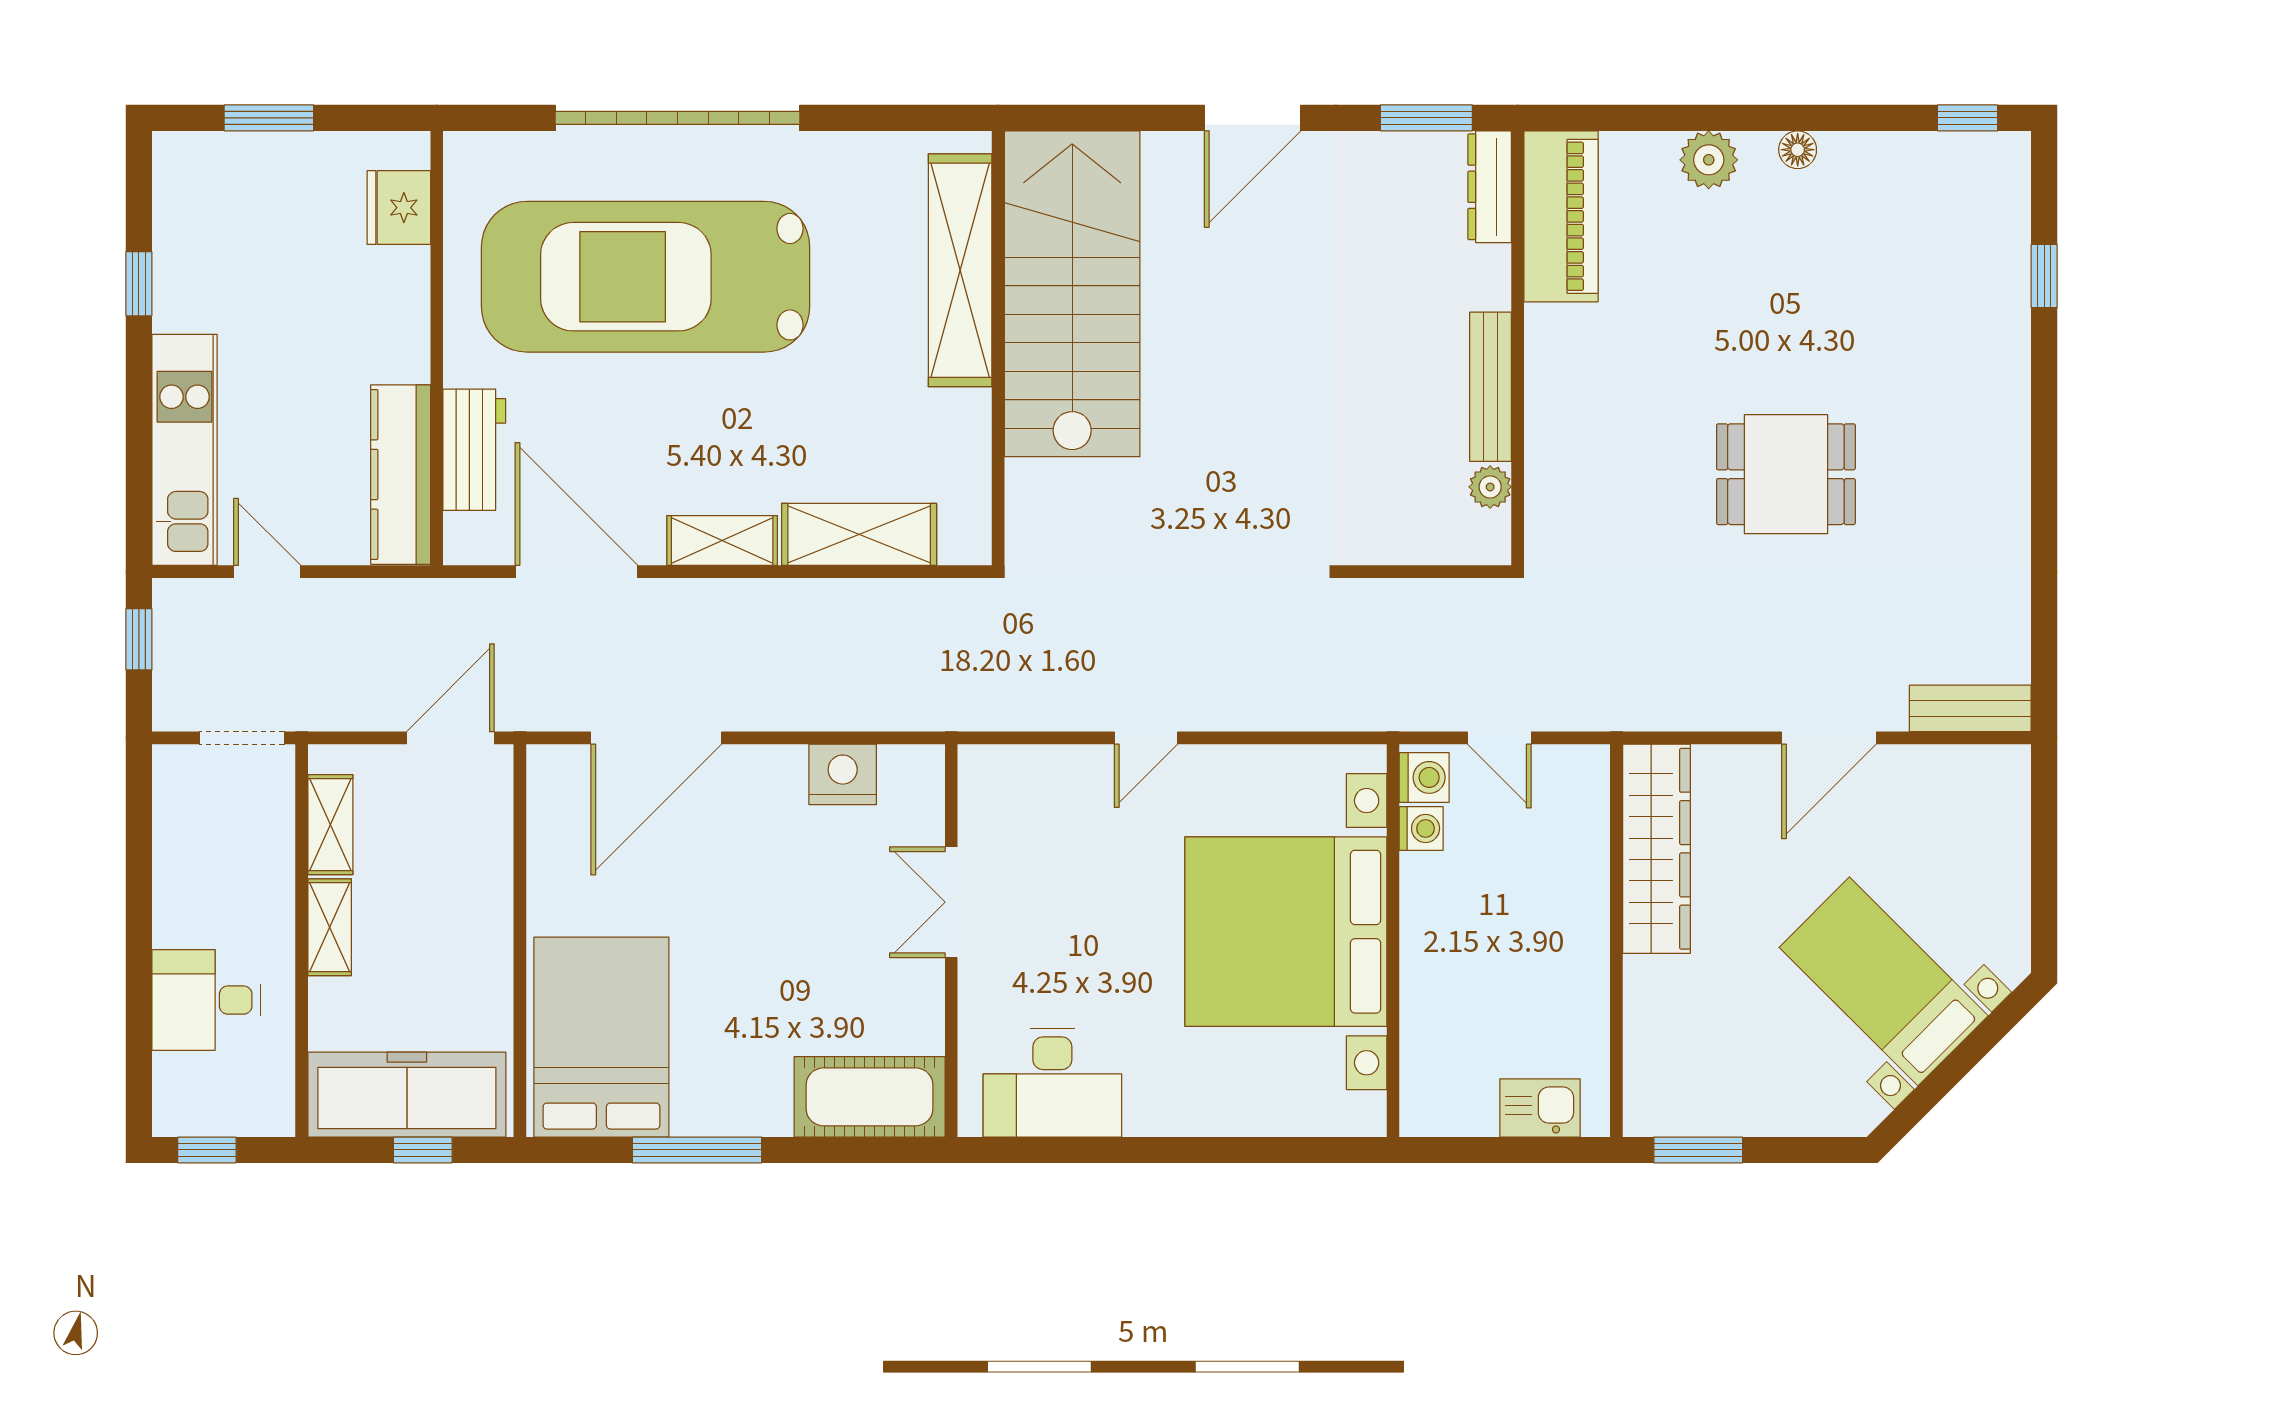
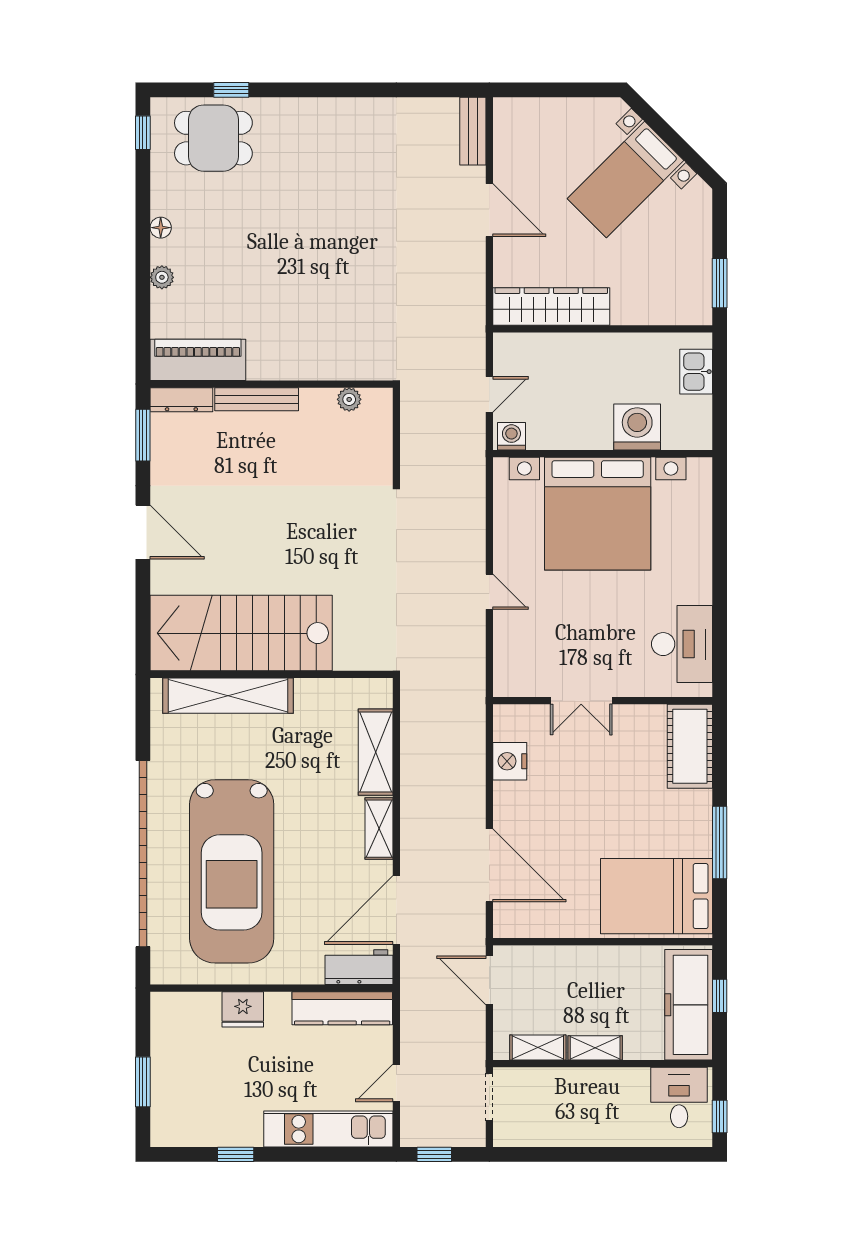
garage door: (677, 118) -> (143, 854), width x1.36
plant: (1709, 160) -> (162, 277), width x0.73, depth x0.73
fridge: (399, 208) -> (243, 1009), moved
bench: (1491, 387) -> (257, 399), moved
workbench: (474, 450) -> (359, 967), moved
dining table: (1786, 474) -> (213, 138), moved, turned 90
washing machine: (1421, 828) -> (637, 427), moved, width x1.89, depth x1.89
desk: (206, 1000) -> (679, 1097), moved, turned 180

